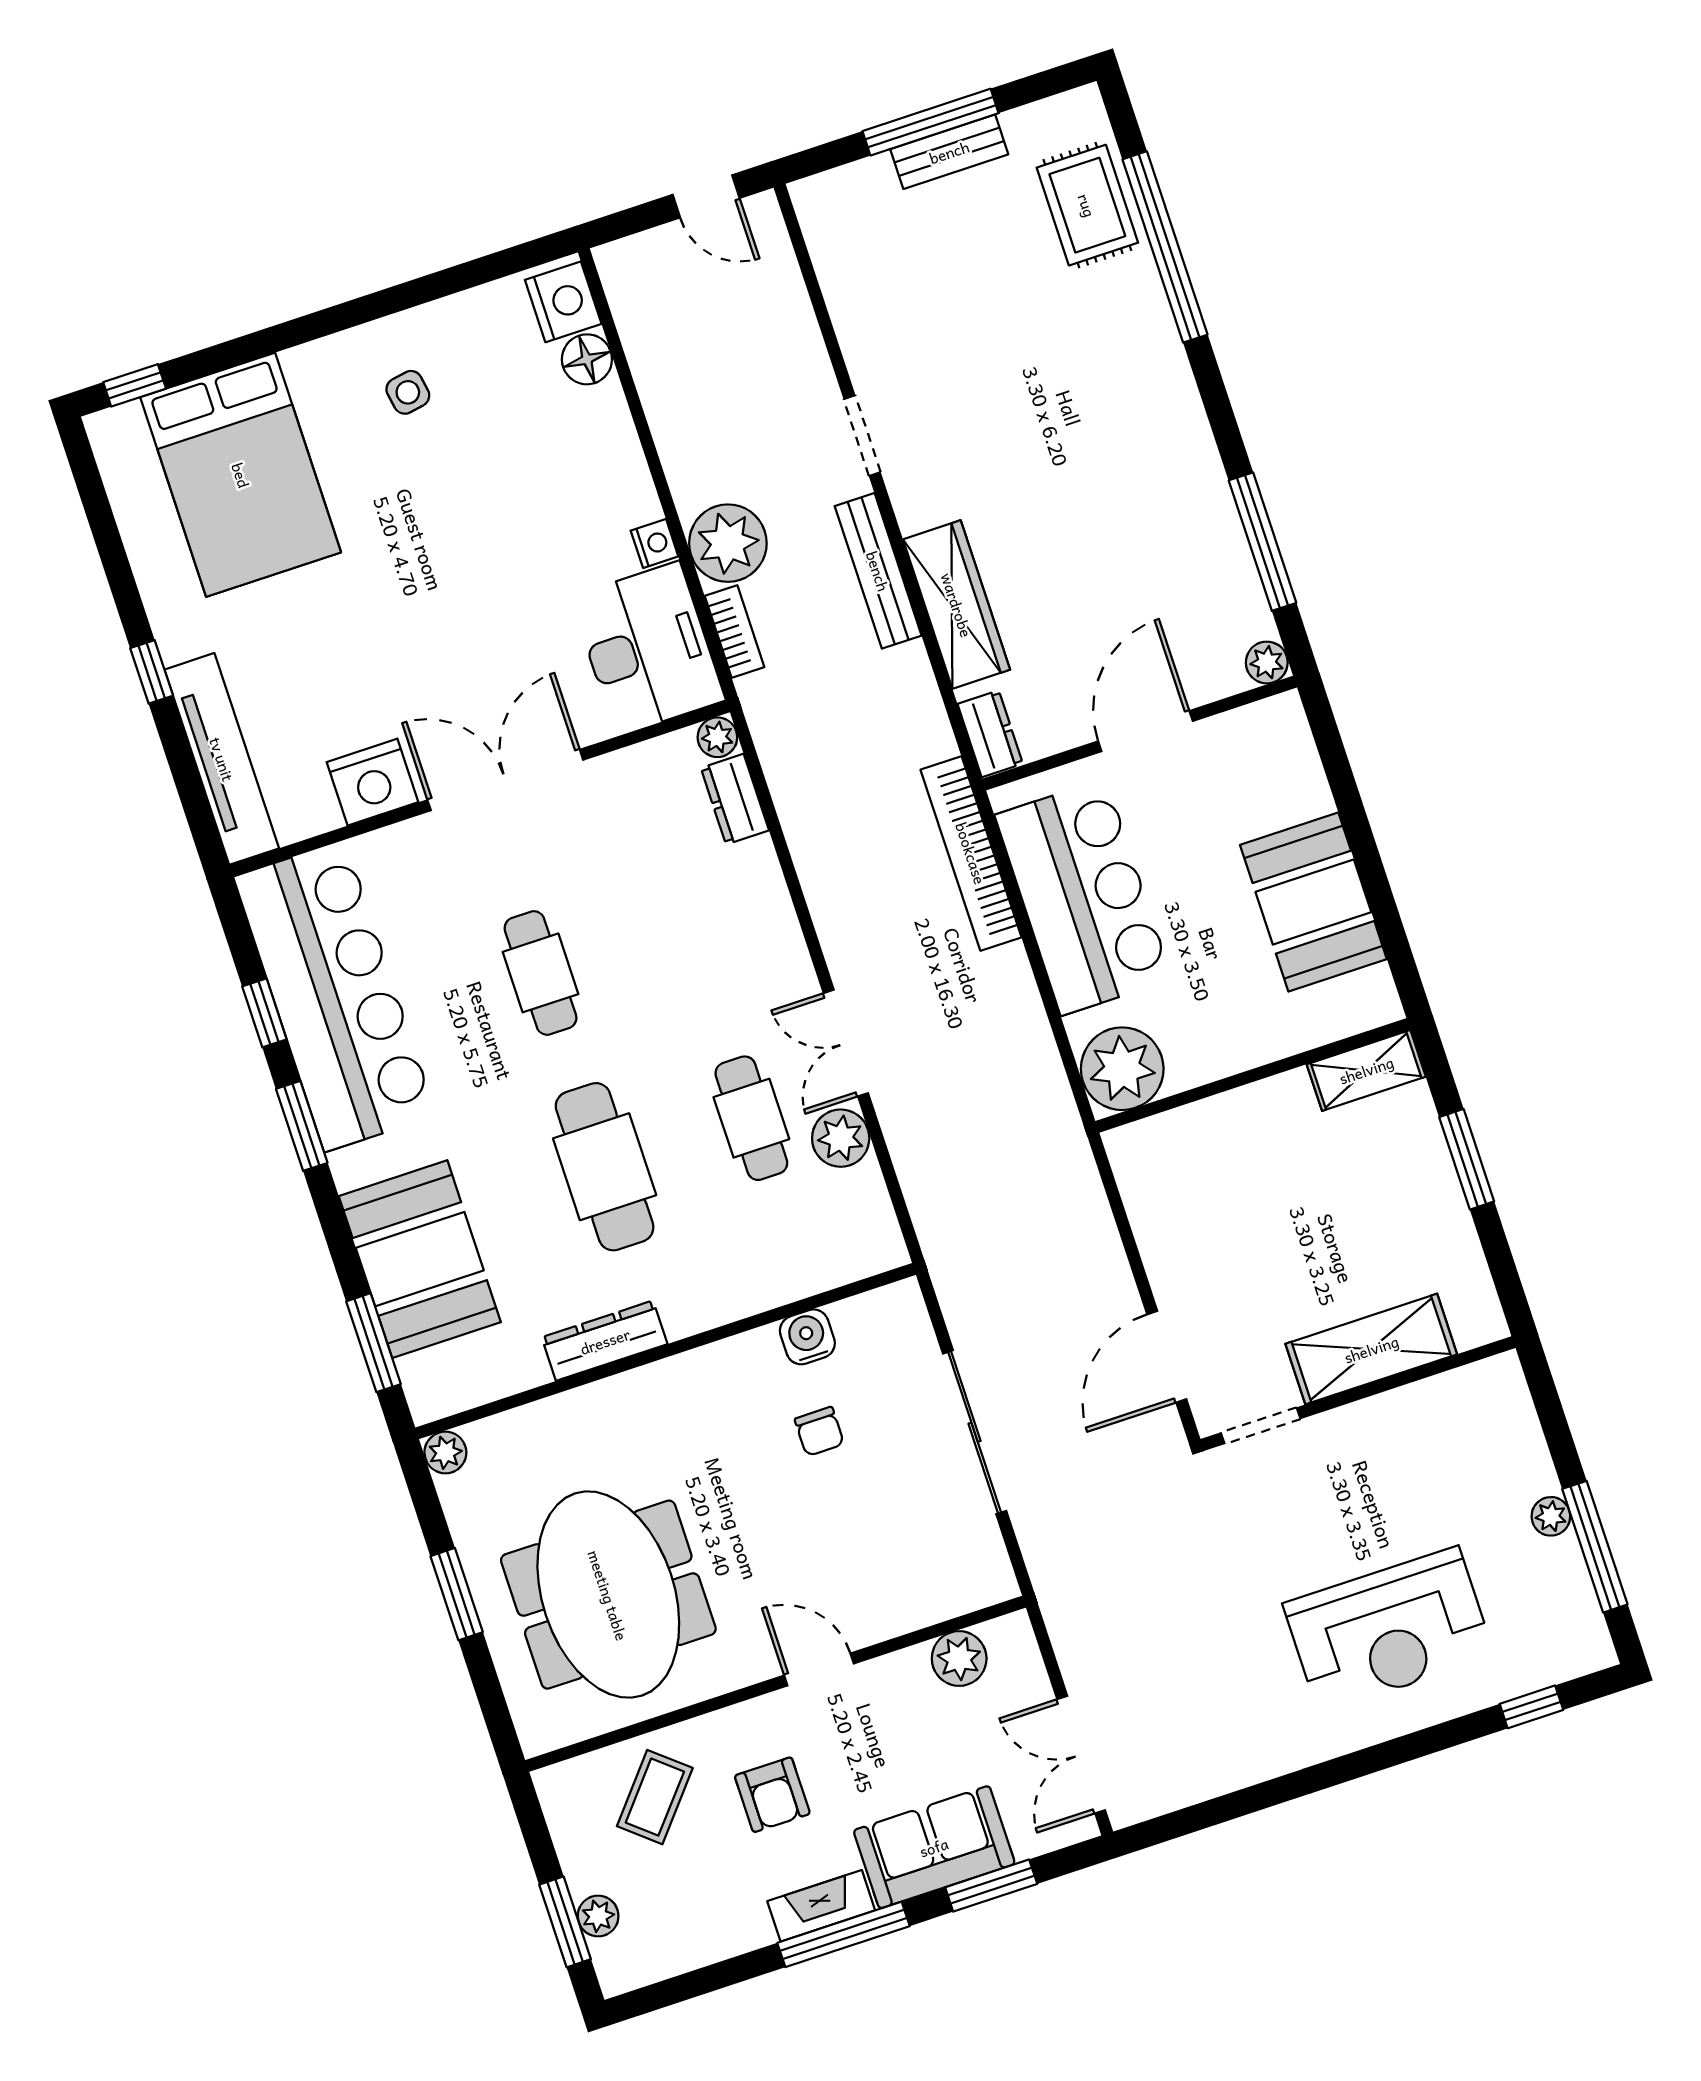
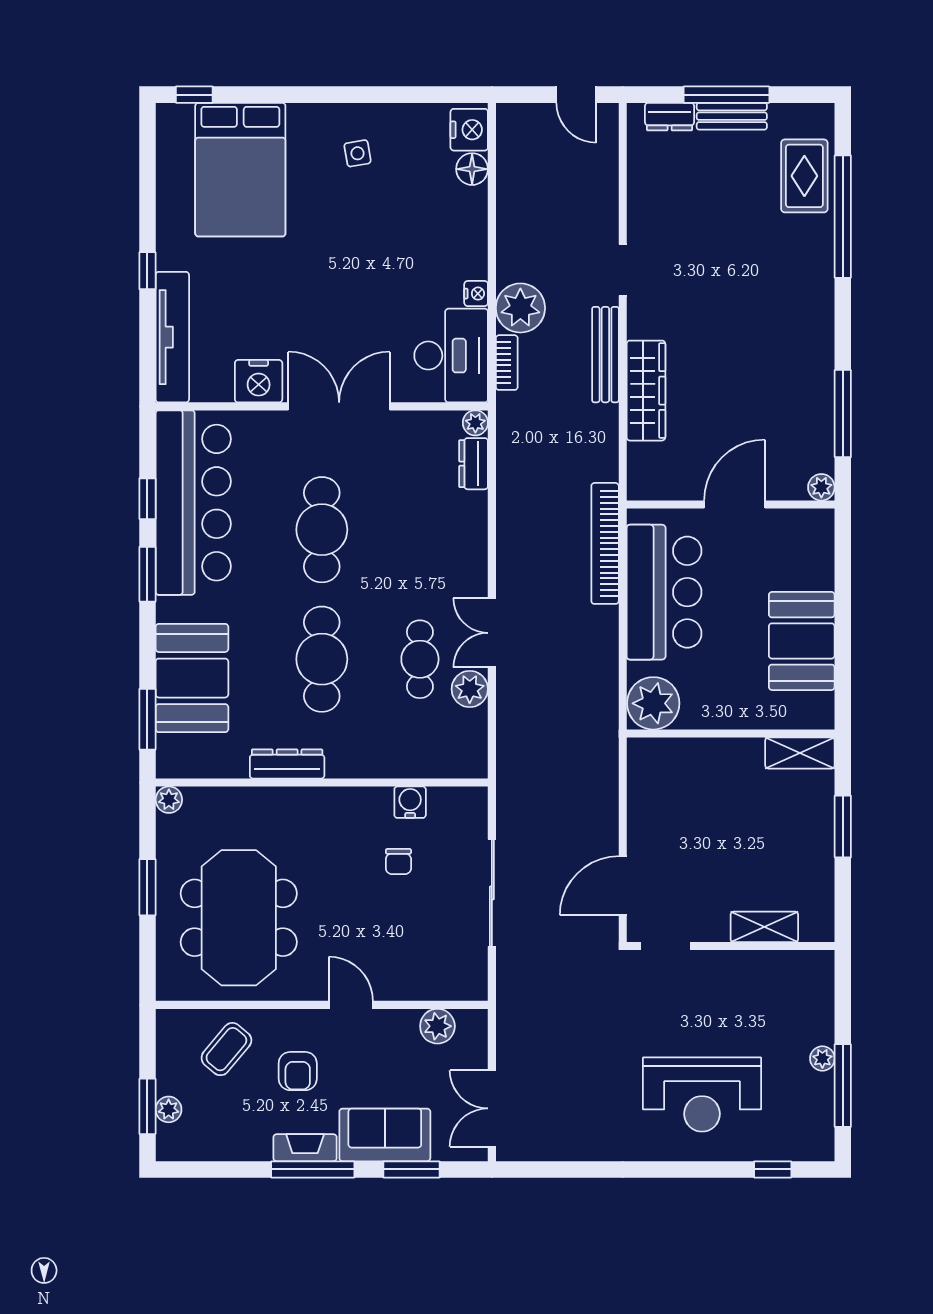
dresser: (990, 734) -> (670, 117), moved, turned 90
cafe table: (541, 973) -> (322, 530), width x1.37, depth x1.35
shelving: (1371, 1349) -> (764, 927), width x0.67, depth x0.75

